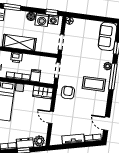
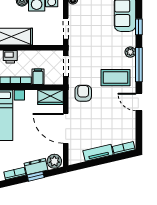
door: (51, 117) -> (66, 128), width x1.88
door: (107, 124) -> (139, 102), moved

